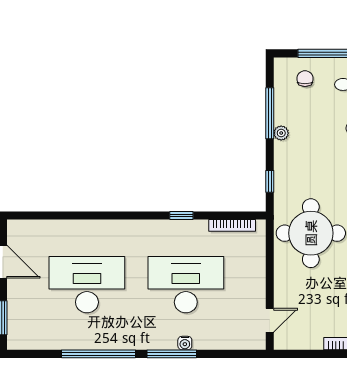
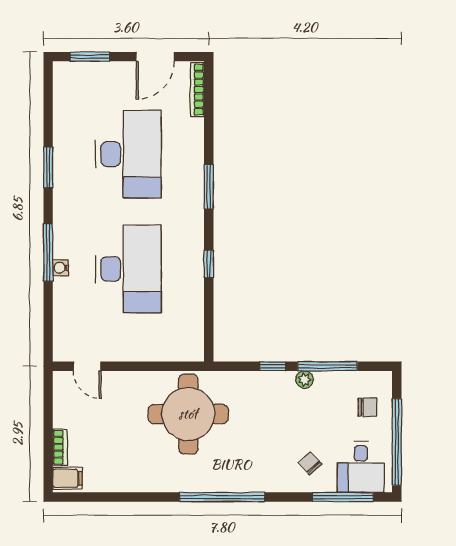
window: (270, 181) -> (273, 366), moved
window: (115, 216) -> (209, 187), added
bookcase: (232, 225) -> (197, 90), moved
window: (99, 354) -> (48, 168), width x0.47

